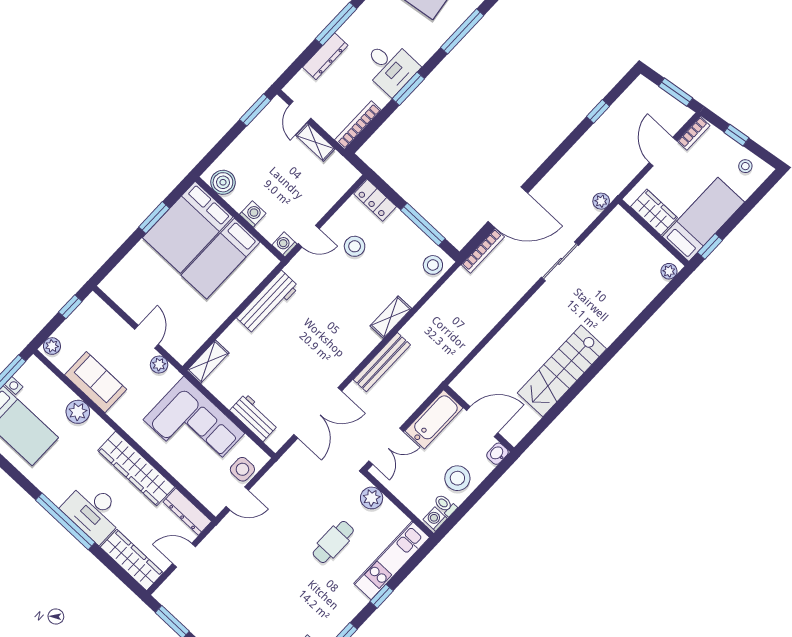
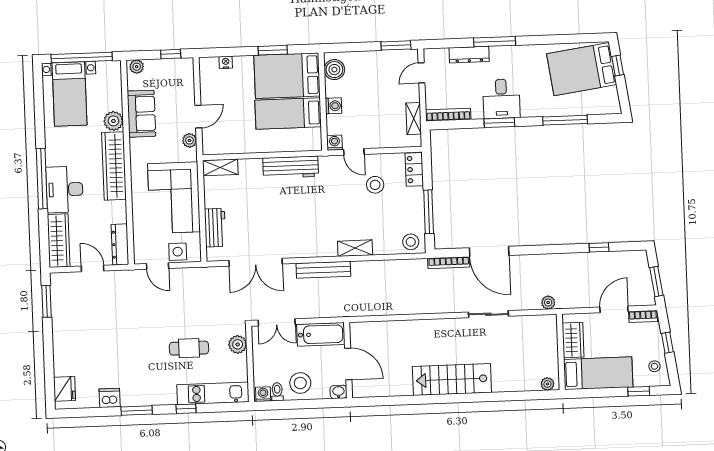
shelving: (315, 142) -> (414, 119), moved
window: (710, 246) -> (639, 391), moved
nightstand: (124, 267) -> (226, 62), added
stairs: (562, 371) -> (452, 380), moved
wardrobe: (136, 469) -> (114, 166), moved

